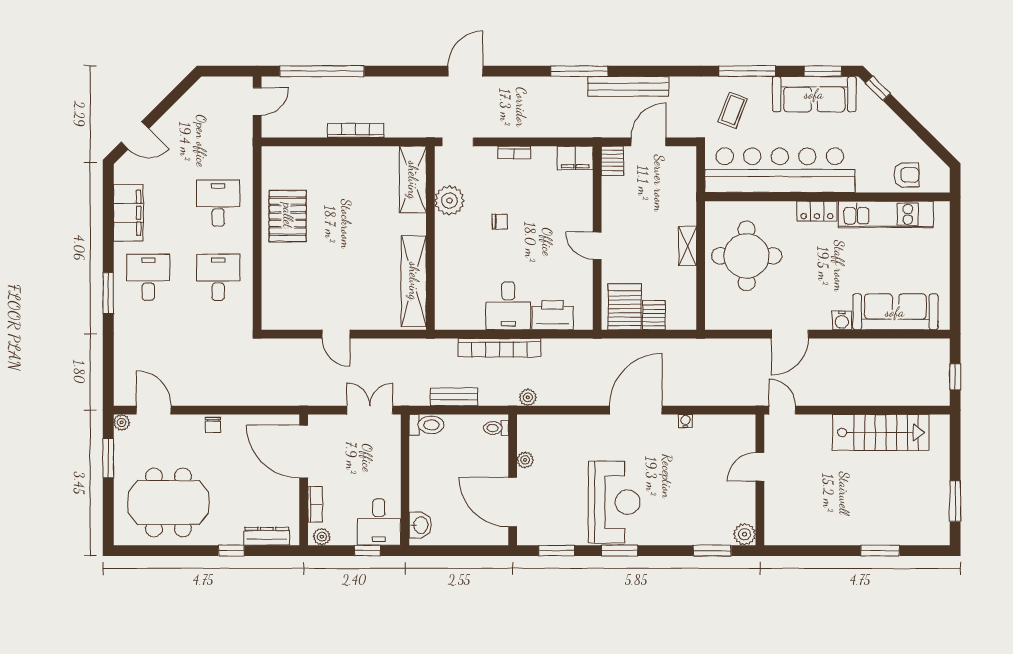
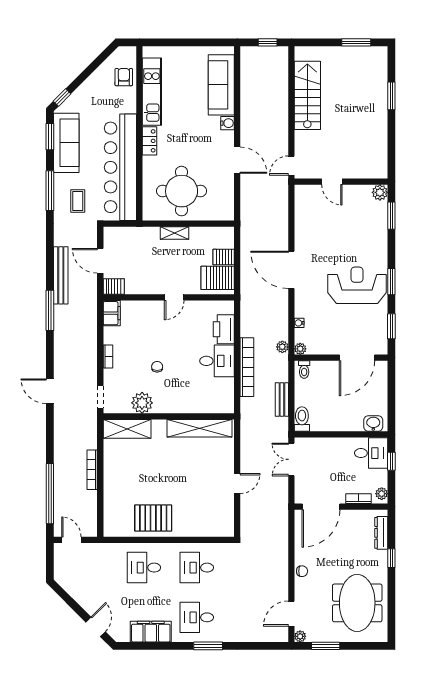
coffee table: (733, 110) -> (78, 201), turned 69
water cooler: (685, 421) -> (299, 323), moved
plant: (525, 460) -> (300, 349), moved

